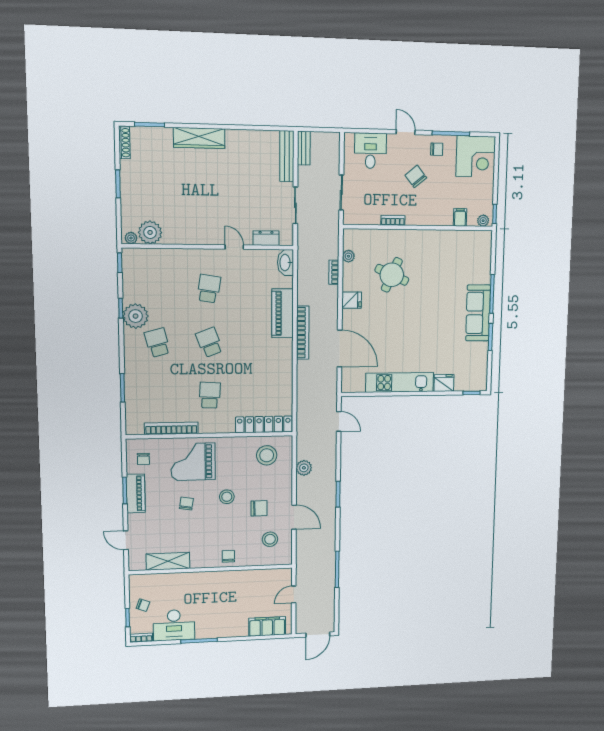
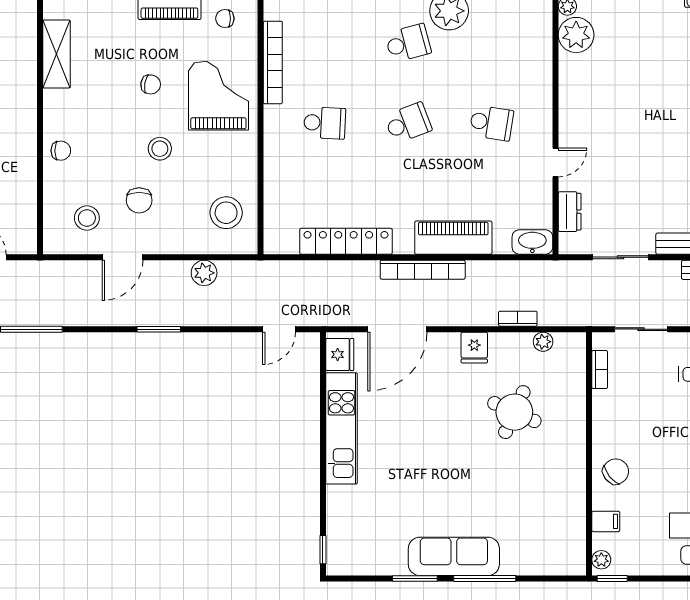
chair: (416, 176) -> (616, 471), moved
bookcase: (393, 220) -> (600, 369), moved
fridge: (444, 383) -> (340, 354), moved
locker: (264, 424) -> (346, 241), moved, turned -90

